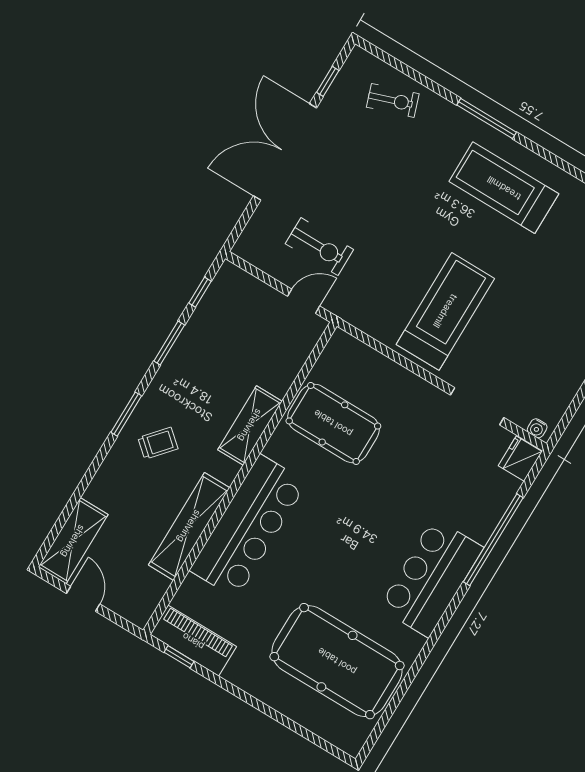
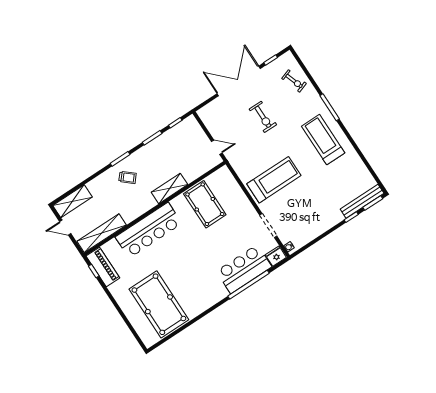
exercise bike: (319, 247) -> (263, 117), moved
shelving: (189, 526) -> (102, 233), moved
bar counter: (431, 578) -> (244, 269), moved
door: (83, 599) -> (65, 228), swing flipped

